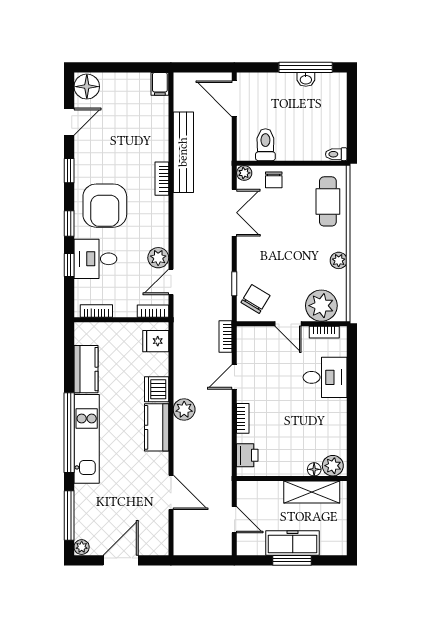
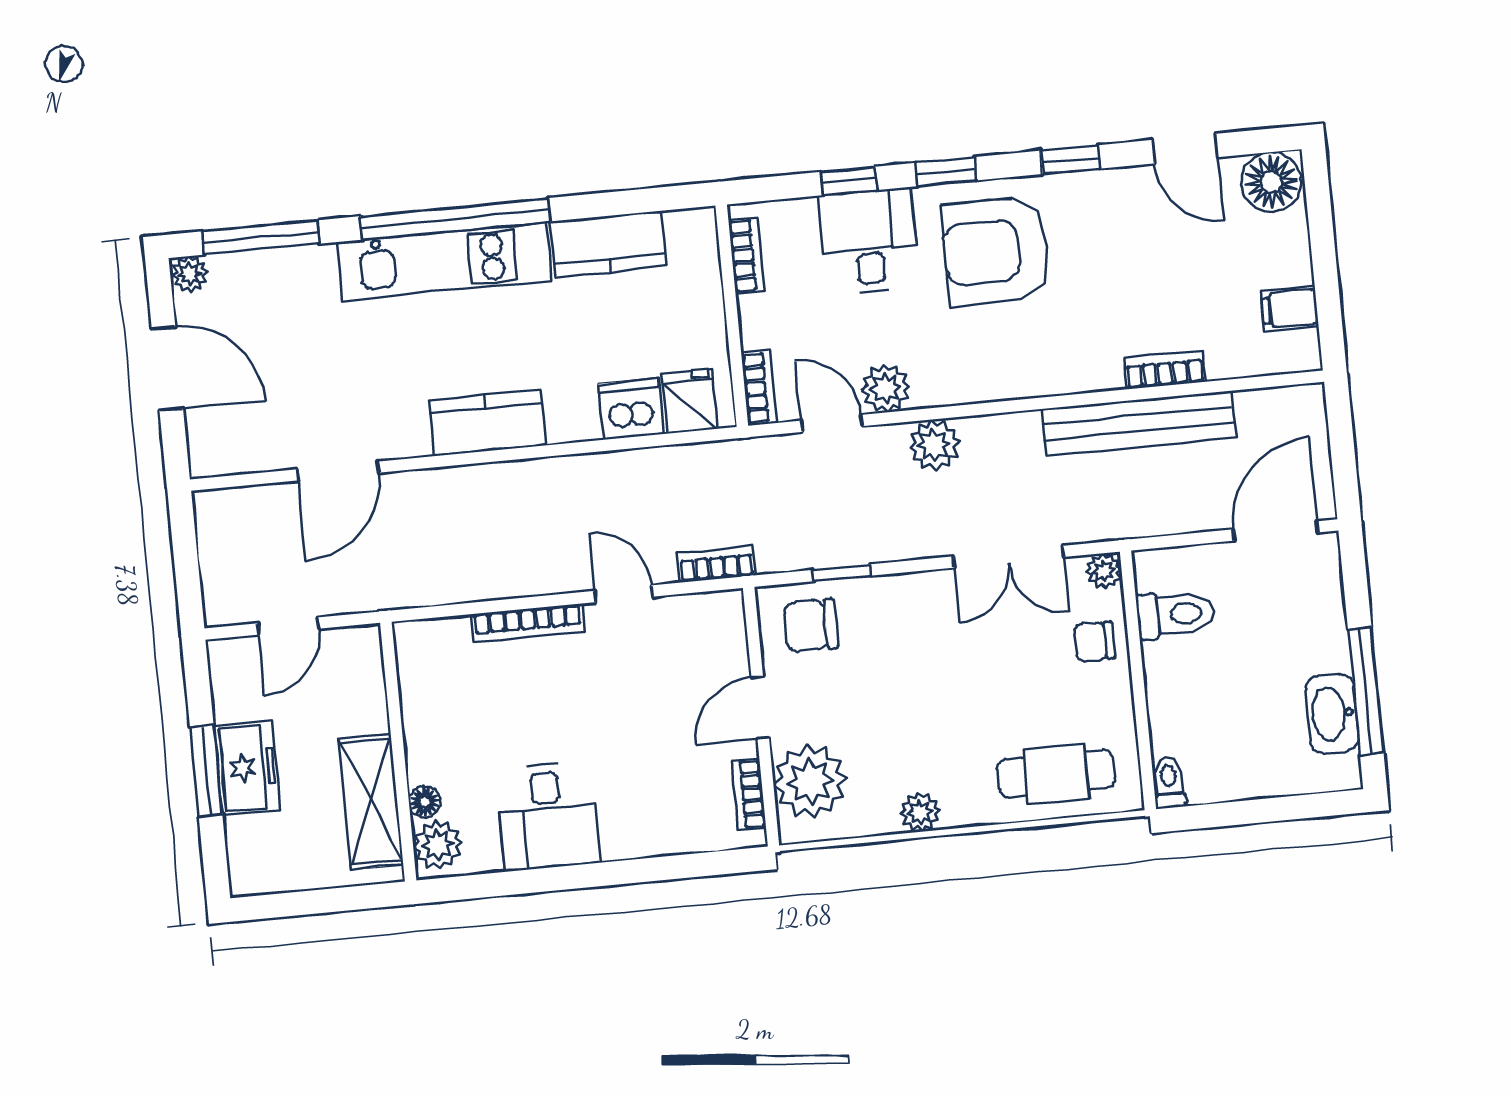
washbasin: (306, 79) -> (1332, 714), width x1.91, depth x1.45
filing cabinet: (160, 84) -> (1290, 309), moved
bookcase: (162, 179) -> (1165, 370), moved
chair: (255, 299) -> (811, 626), turned 149
desk: (325, 377) -> (548, 816), moved
dishwasher: (157, 389) -> (631, 409), moved
plant: (184, 410) -> (934, 445), moved
bookcase: (243, 418) -> (528, 623), width x1.56
printer: (247, 455) -> (443, 642), removed
freezer: (293, 543) -> (247, 768), width x0.71

